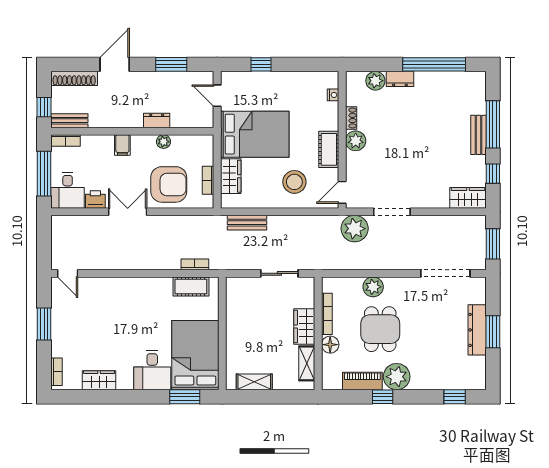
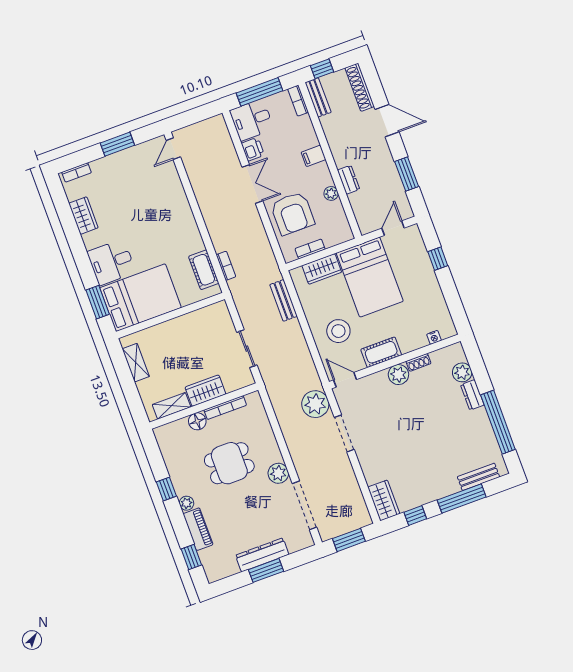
bench: (478, 135) -> (478, 477), moved
plant: (373, 287) -> (278, 473), moved
plant: (397, 377) -> (186, 503), width x0.53, depth x0.53
piano: (362, 381) -> (198, 529), moved

